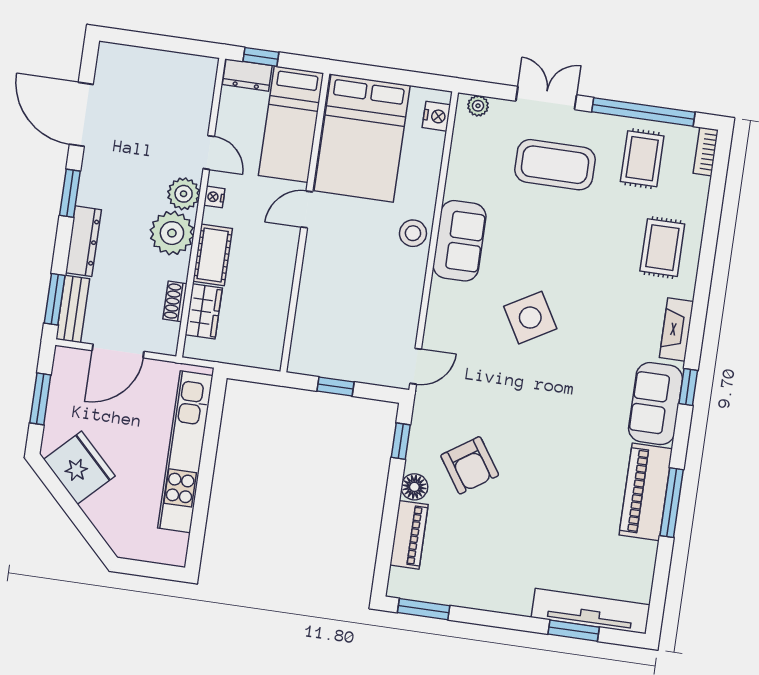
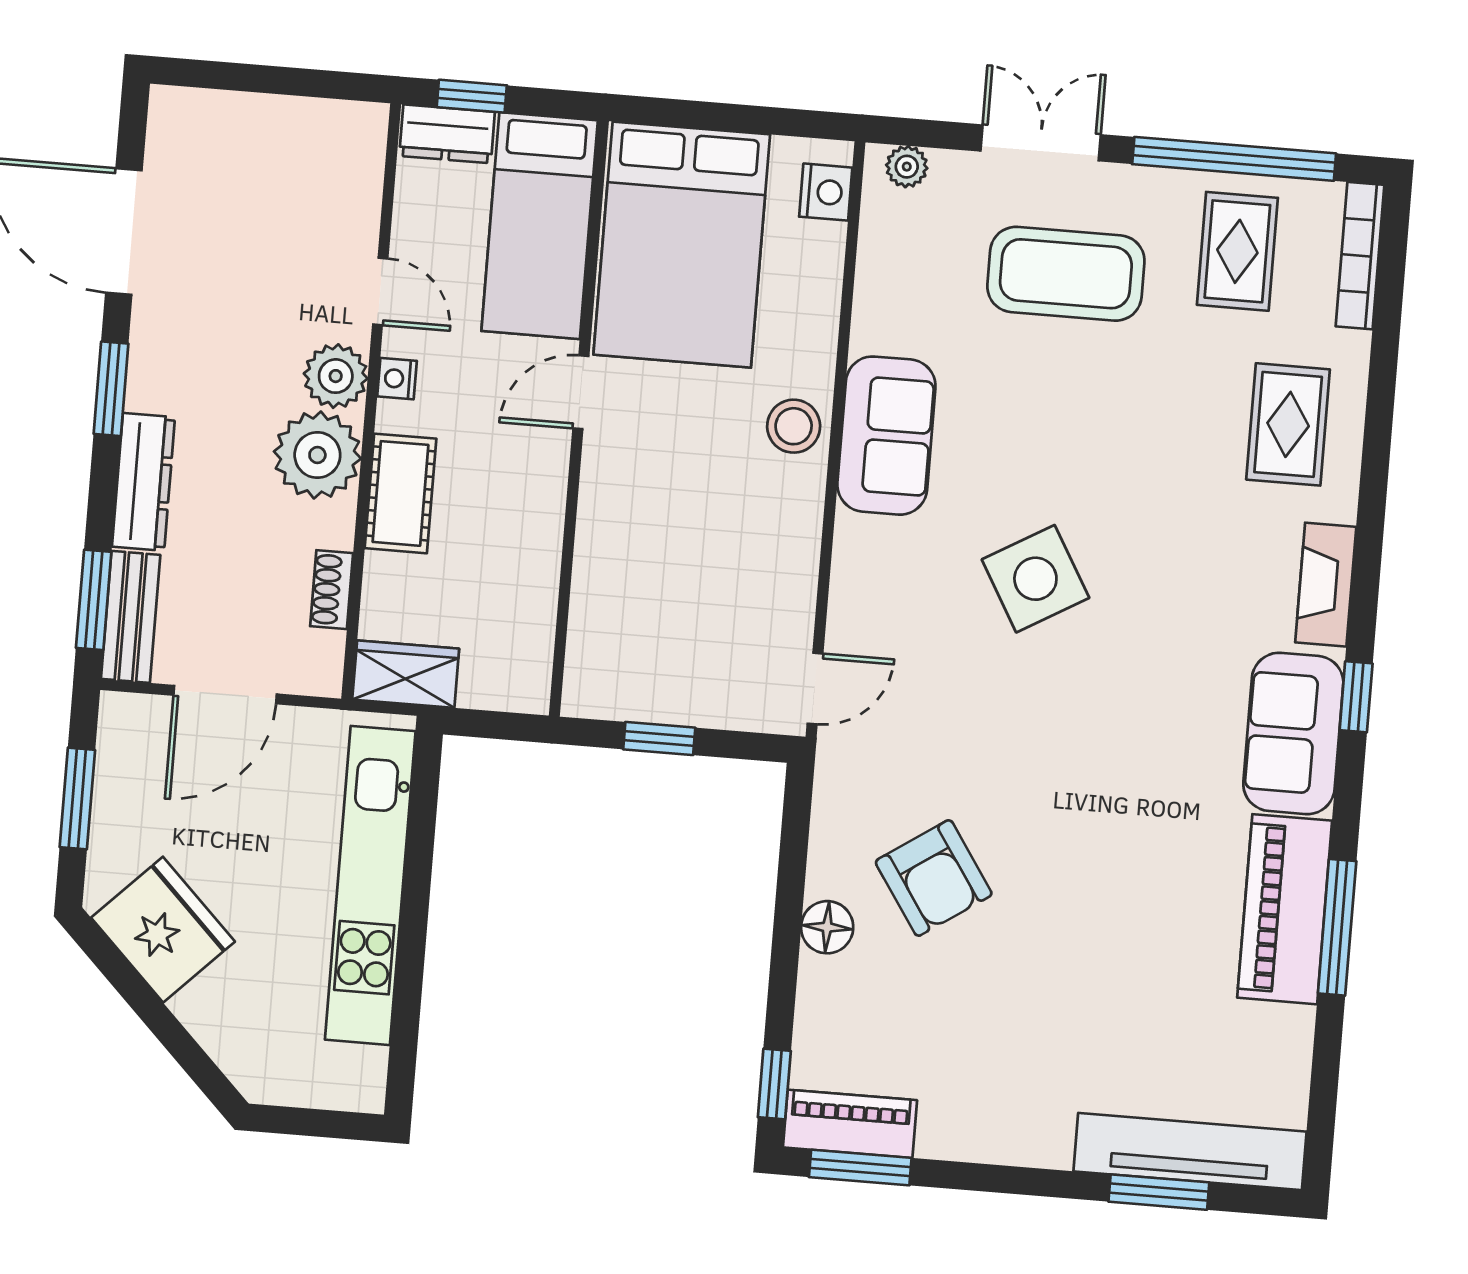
bookcase: (706, 152) -> (1360, 256), width x1.56
wardrobe: (204, 311) -> (406, 674), moved, turned -90
window: (401, 441) -> (774, 1084), moved
piano: (409, 535) -> (850, 1124), moved, turned -90

